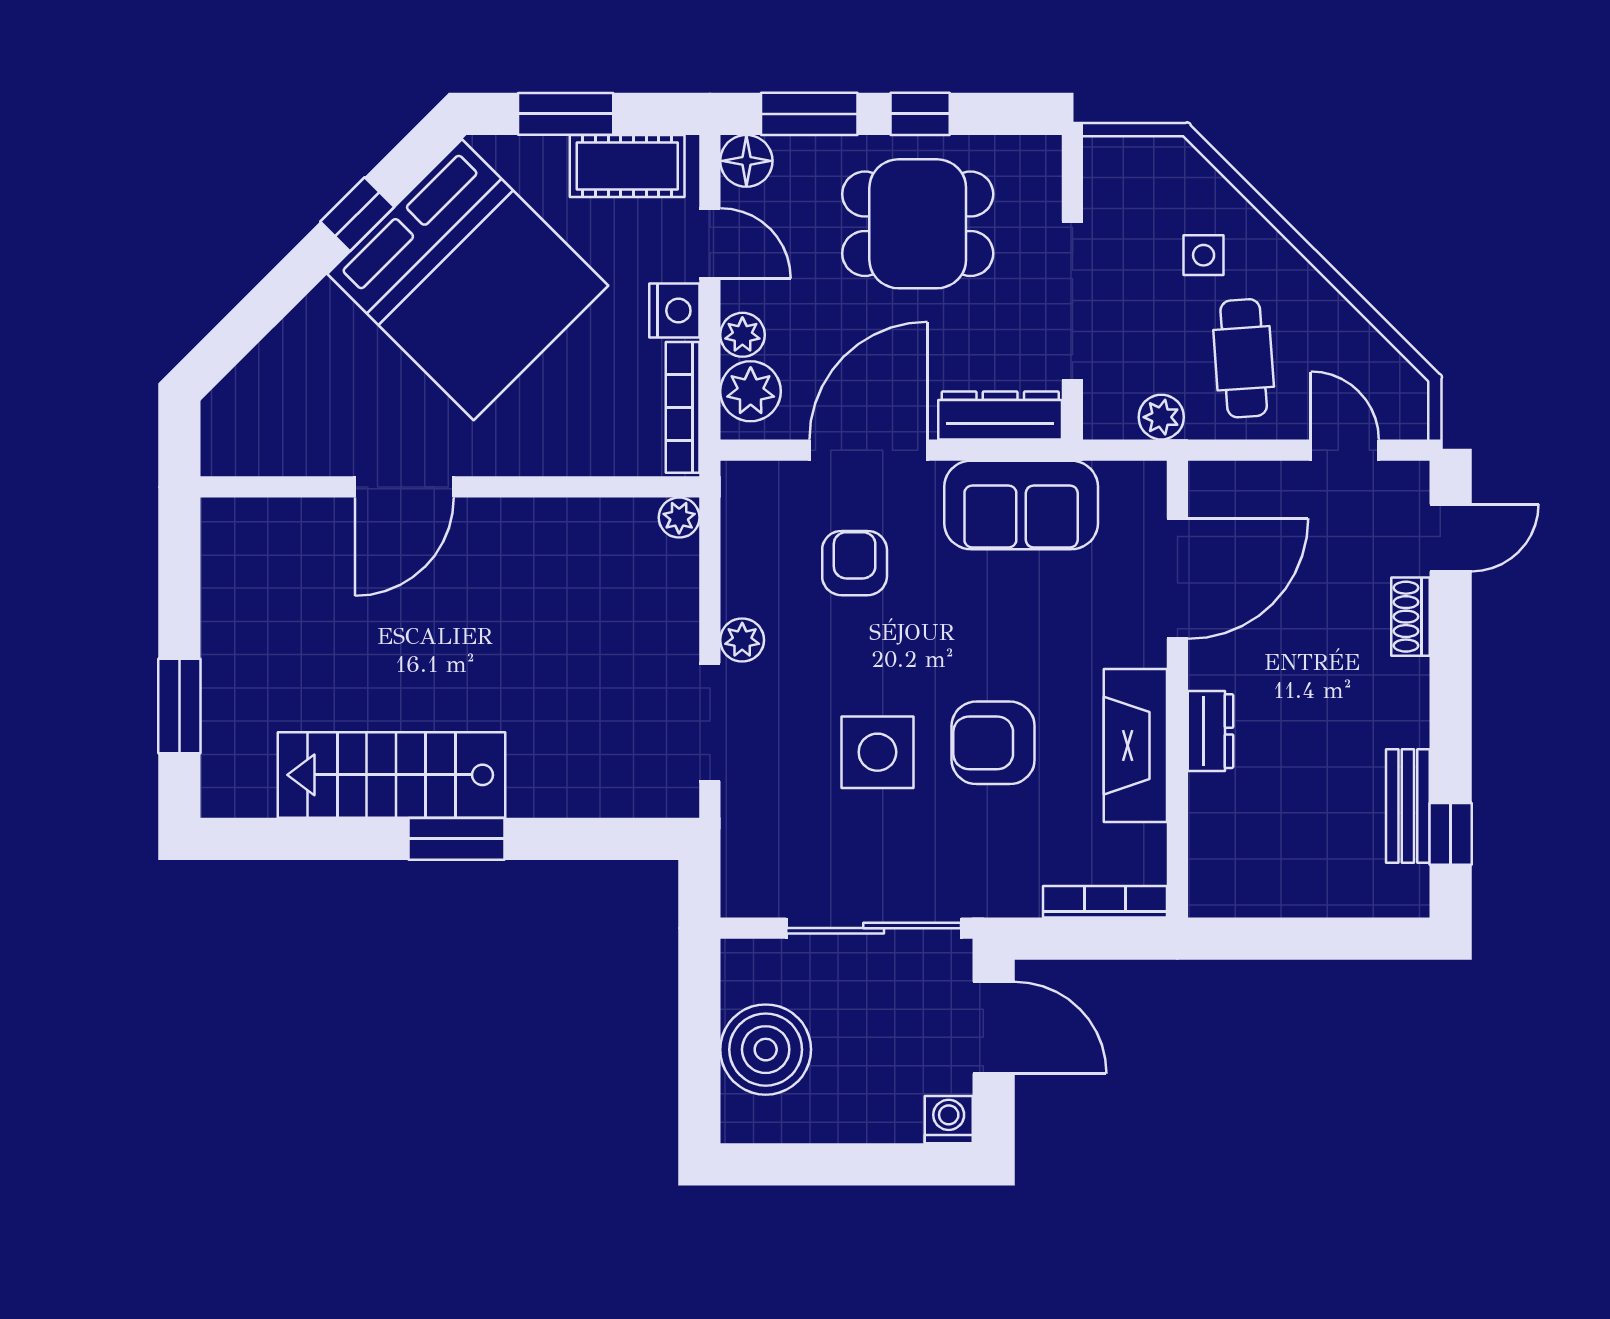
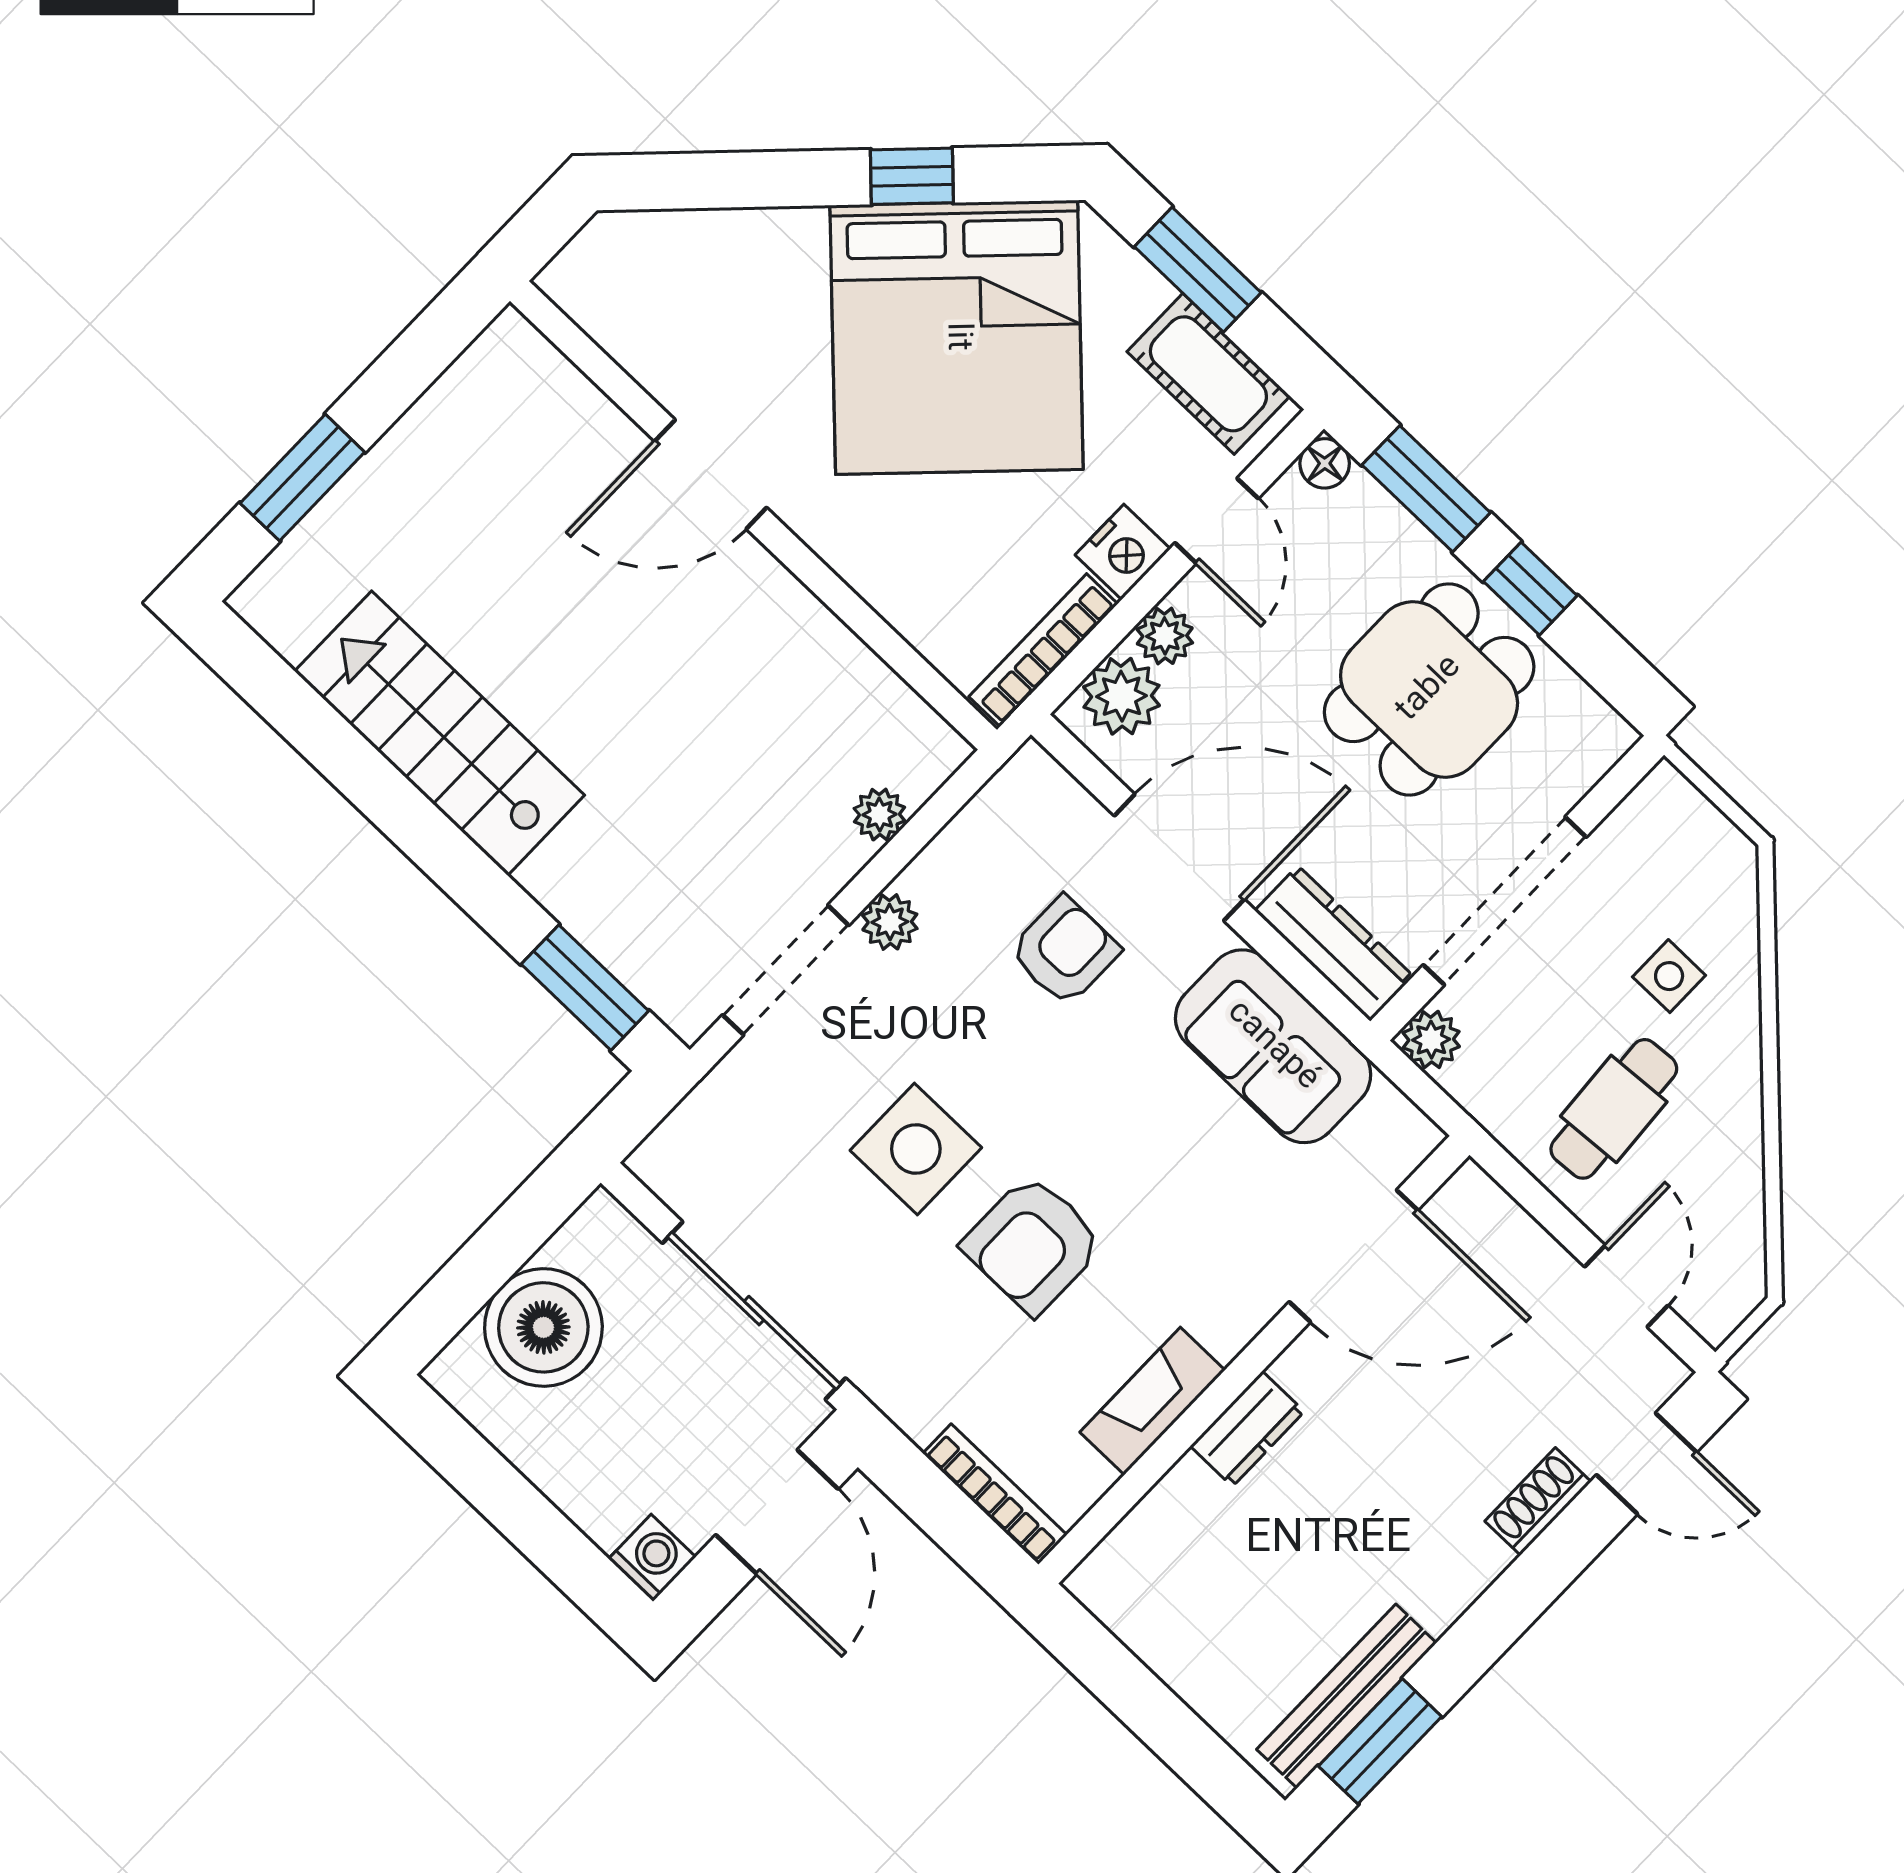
floor lamp: (746, 161) -> (1325, 463), width x0.73, depth x0.73
dining table: (918, 224) -> (1429, 689), turned 90
plant: (1161, 417) -> (1431, 1040), moved
plant: (679, 518) -> (879, 815), moved
armchair: (993, 743) -> (1033, 1244), turned -90
fireplace: (1135, 746) -> (1152, 1401), width x0.73, depth x0.76
bench: (1408, 806) -> (1347, 1696), width x1.36
window: (1451, 834) -> (1380, 1741), width x1.50
window: (457, 839) -> (585, 988), moved

